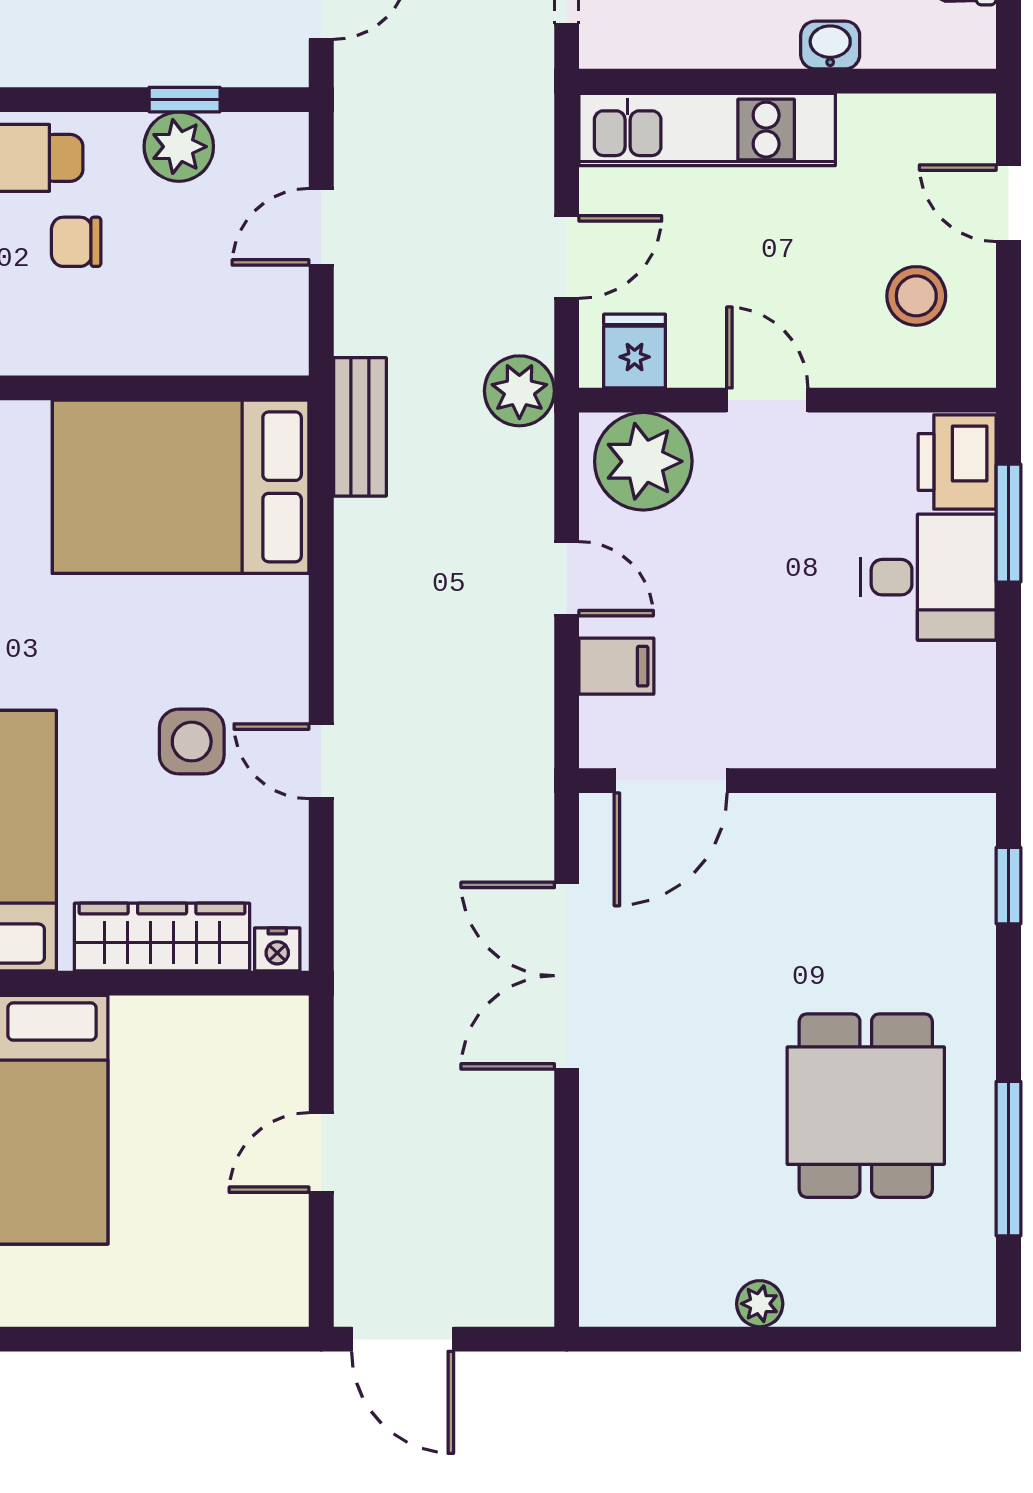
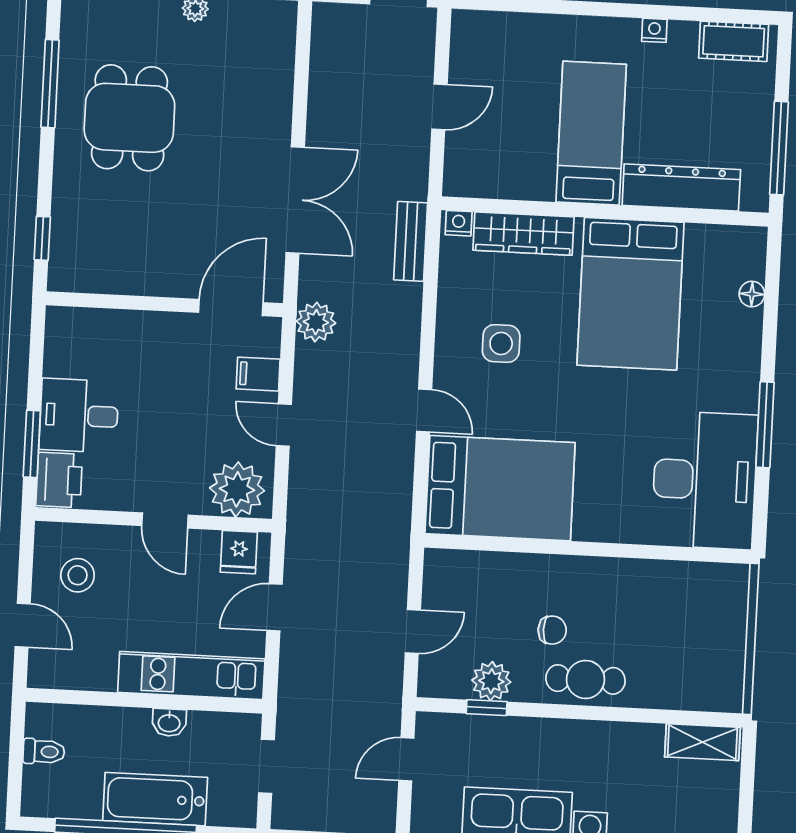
washbasin: (830, 45) -> (169, 722), moved
plant: (519, 391) -> (316, 322), moved
bench: (360, 427) -> (411, 241), moved
door: (321, 761) -> (424, 411), moved

